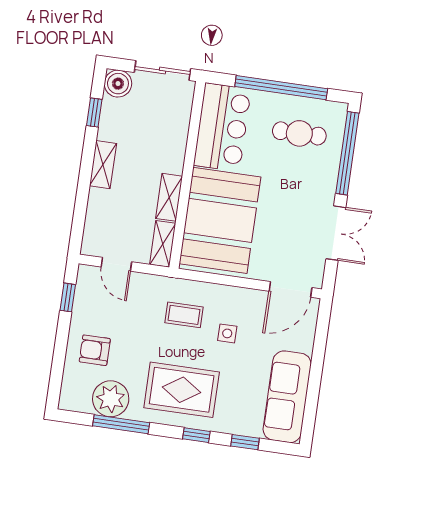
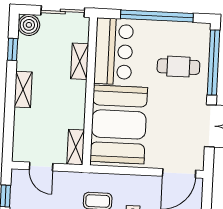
cafe table: (299, 133) -> (178, 67), moved
shelving: (169, 197) -> (80, 61), moved

